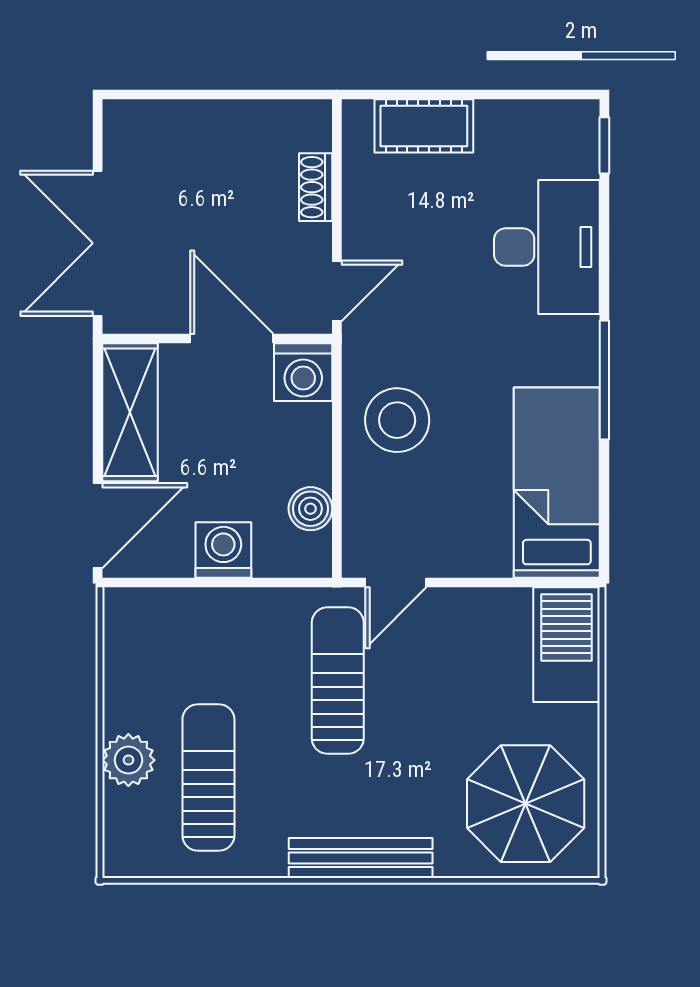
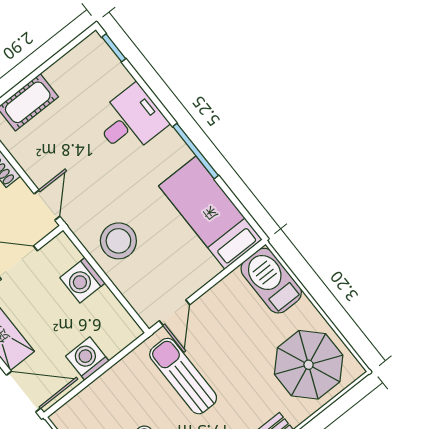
desk: (547, 247) -> (130, 121), width x0.73
washing machine: (303, 372) -> (82, 280), moved, turned 90
boiler: (310, 509) -> (111, 310), removed
door: (98, 526) -> (24, 392), hinge flipped

